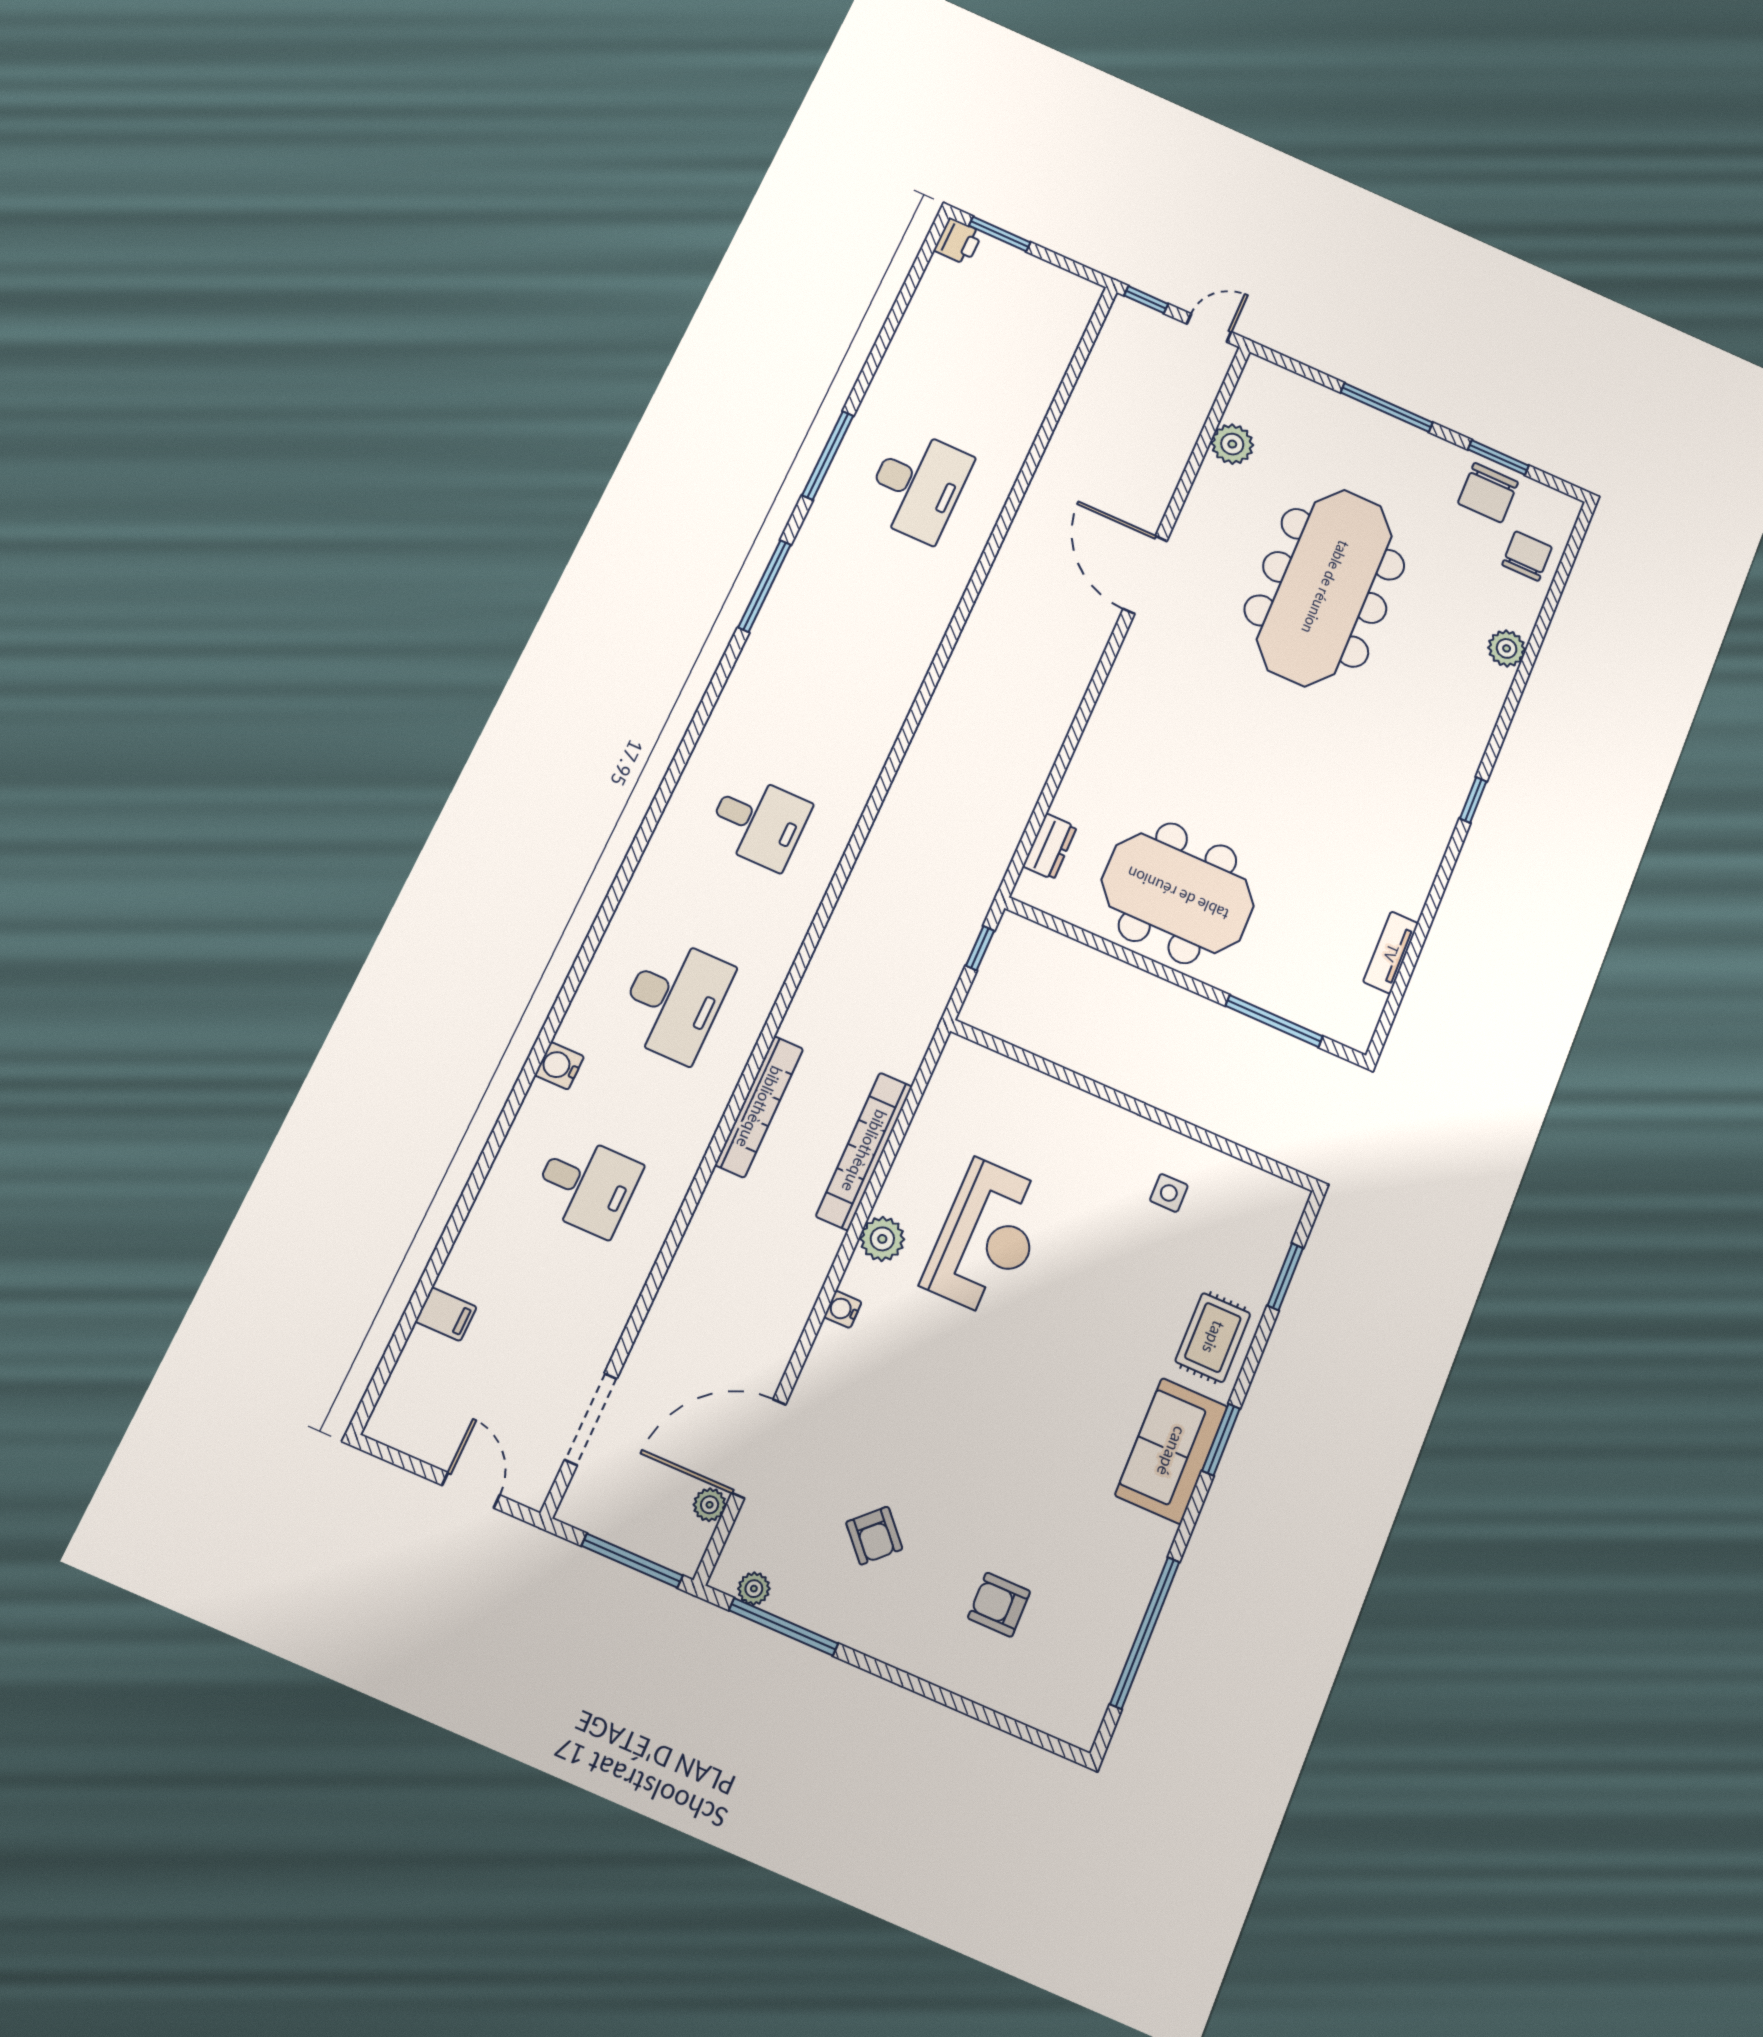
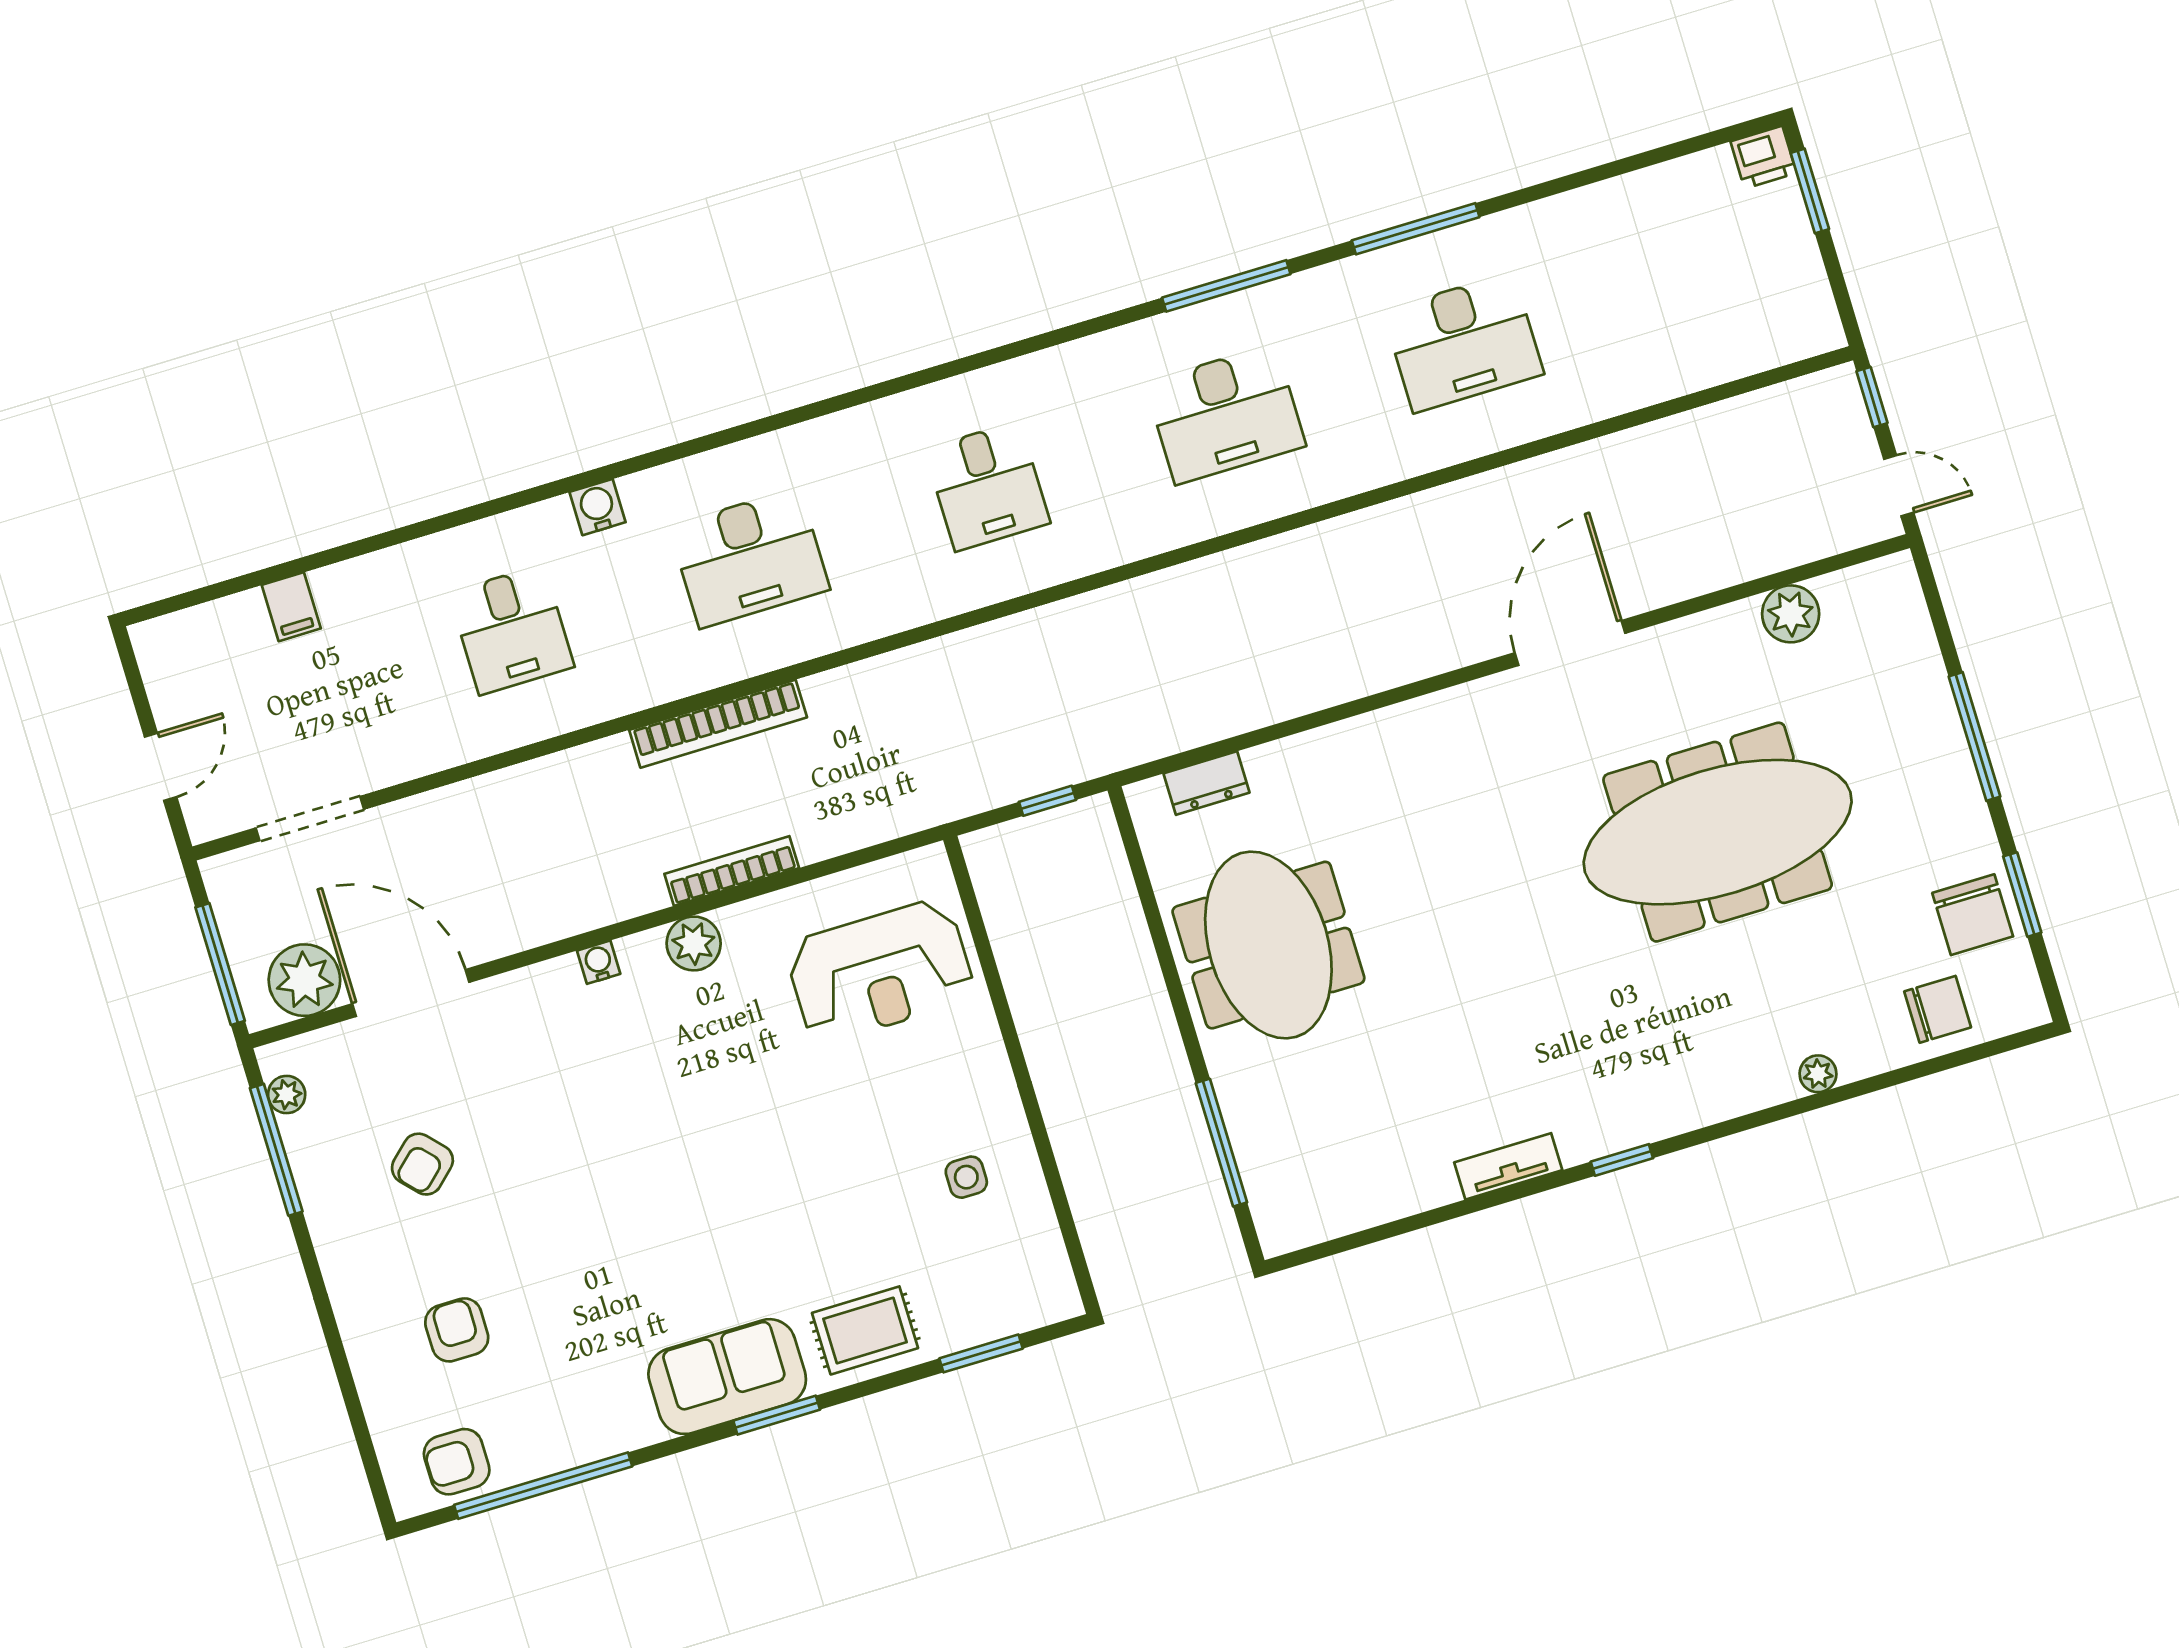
chair: (1488, 493) -> (1973, 915), turned -90
plant: (1507, 648) -> (1818, 1074), width x0.73, depth x0.73
desk: (840, 650) -> (1225, 414), added
tv unit: (1391, 953) -> (1508, 1166), moved
bookcase: (864, 1151) -> (732, 871), width x0.68, depth x0.76
reception desk: (987, 1238) -> (880, 971), moved
plant: (710, 1505) -> (304, 980), width x1.87, depth x1.87
armchair: (1084, 1678) -> (457, 1462), added

